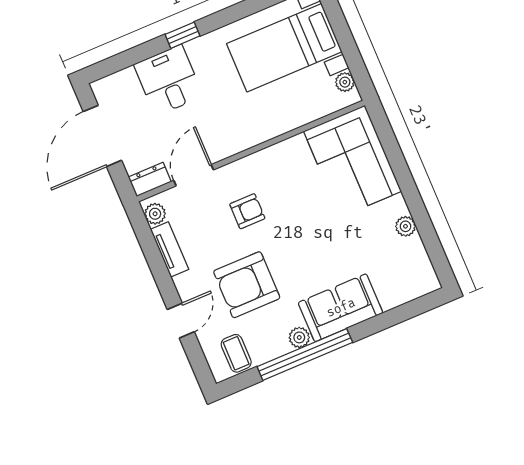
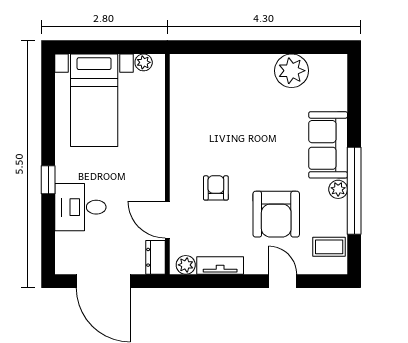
corner sofa: (353, 161) -> (212, 84), removed
plant: (406, 226) -> (292, 71), width x1.88, depth x1.88

